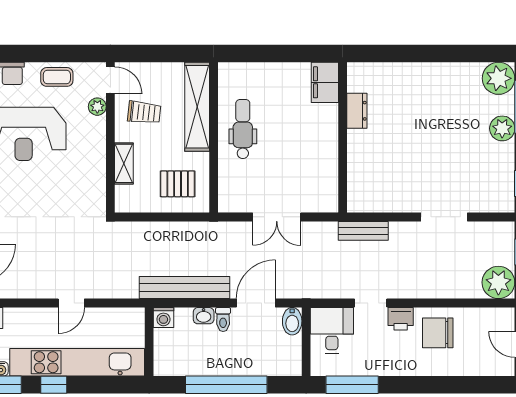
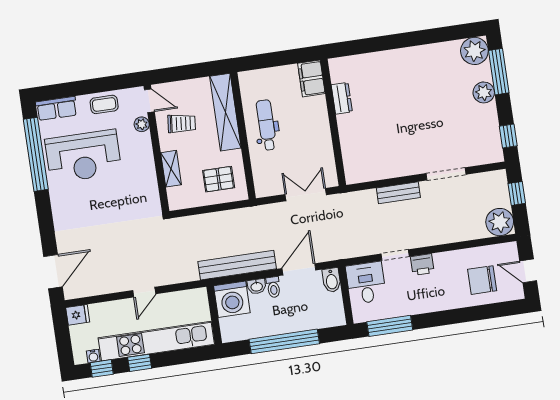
filing cabinet: (325, 82) -> (311, 78), moved
dresser: (357, 111) -> (342, 98), moved
wall: (343, 137) -> (333, 122), moved
double door: (277, 217) -> (306, 195), swing flipped
bench: (363, 231) -> (398, 193), moved
washing machine: (163, 317) -> (232, 299), width x1.89, depth x1.89
chair: (438, 333) -> (482, 280), moved

